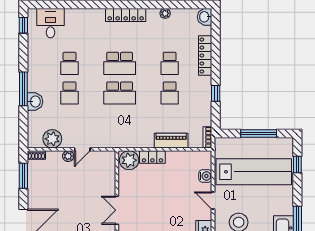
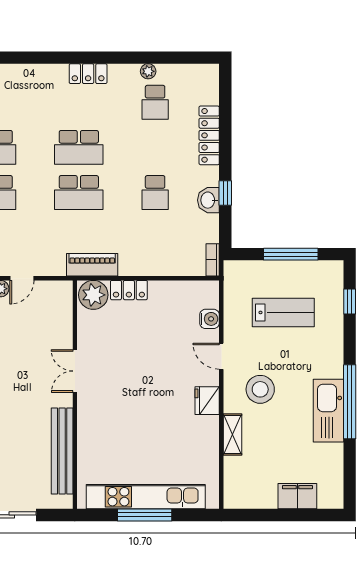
locker: (126, 15) -> (88, 74), width x0.66
washbasin: (205, 17) -> (208, 200), moved
school desk: (170, 63) -> (155, 102), moved
piano: (171, 141) -> (92, 265), moved
lab bench: (254, 172) -> (283, 312), width x0.54, depth x0.72

